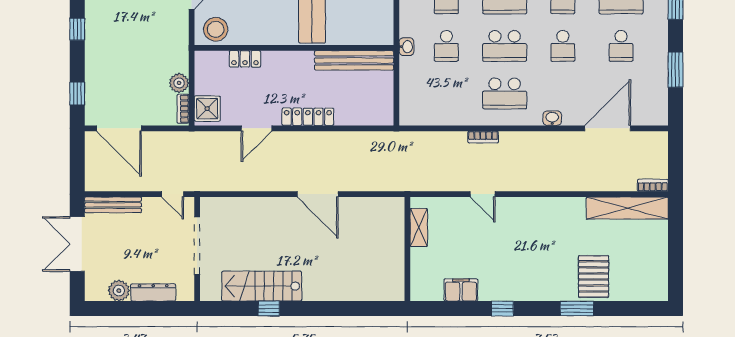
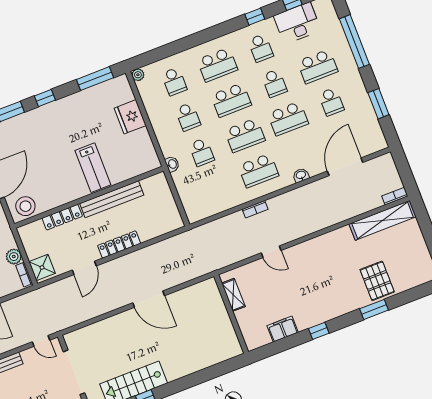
school desk: (563, 46) -> (288, 119), width x1.85
locker: (245, 59) -> (62, 217), width x1.53
bench: (354, 60) -> (112, 199), moved

